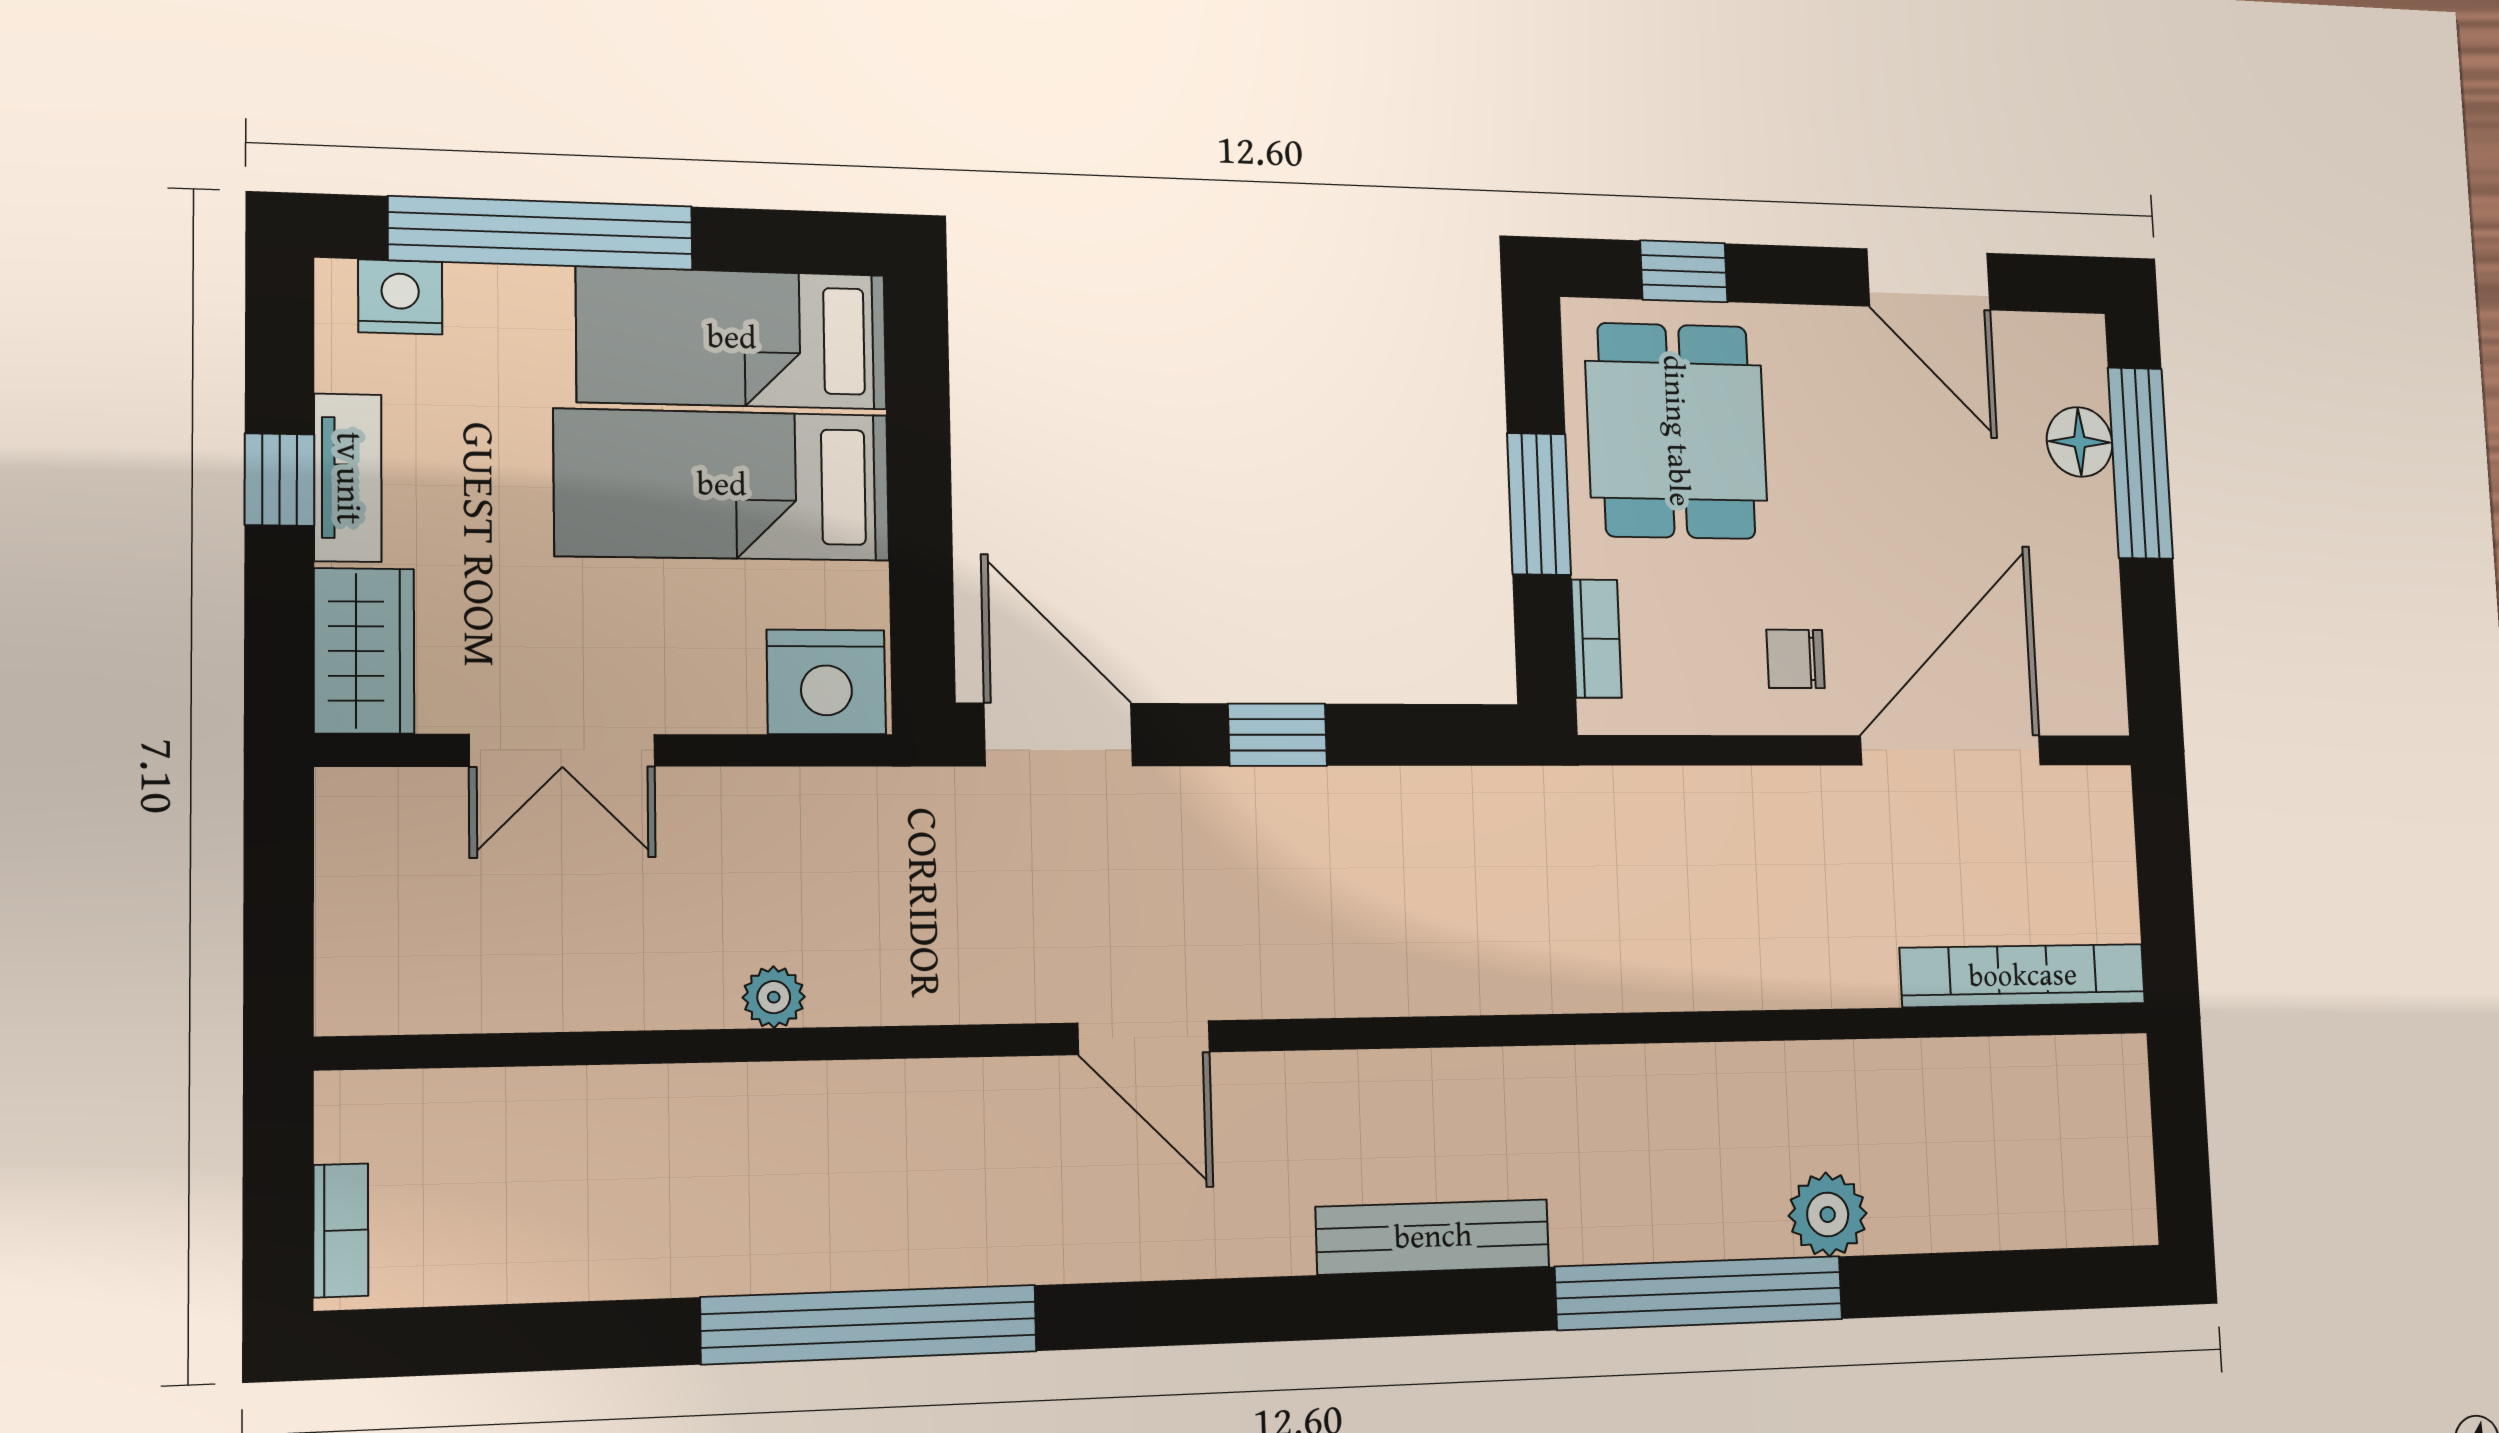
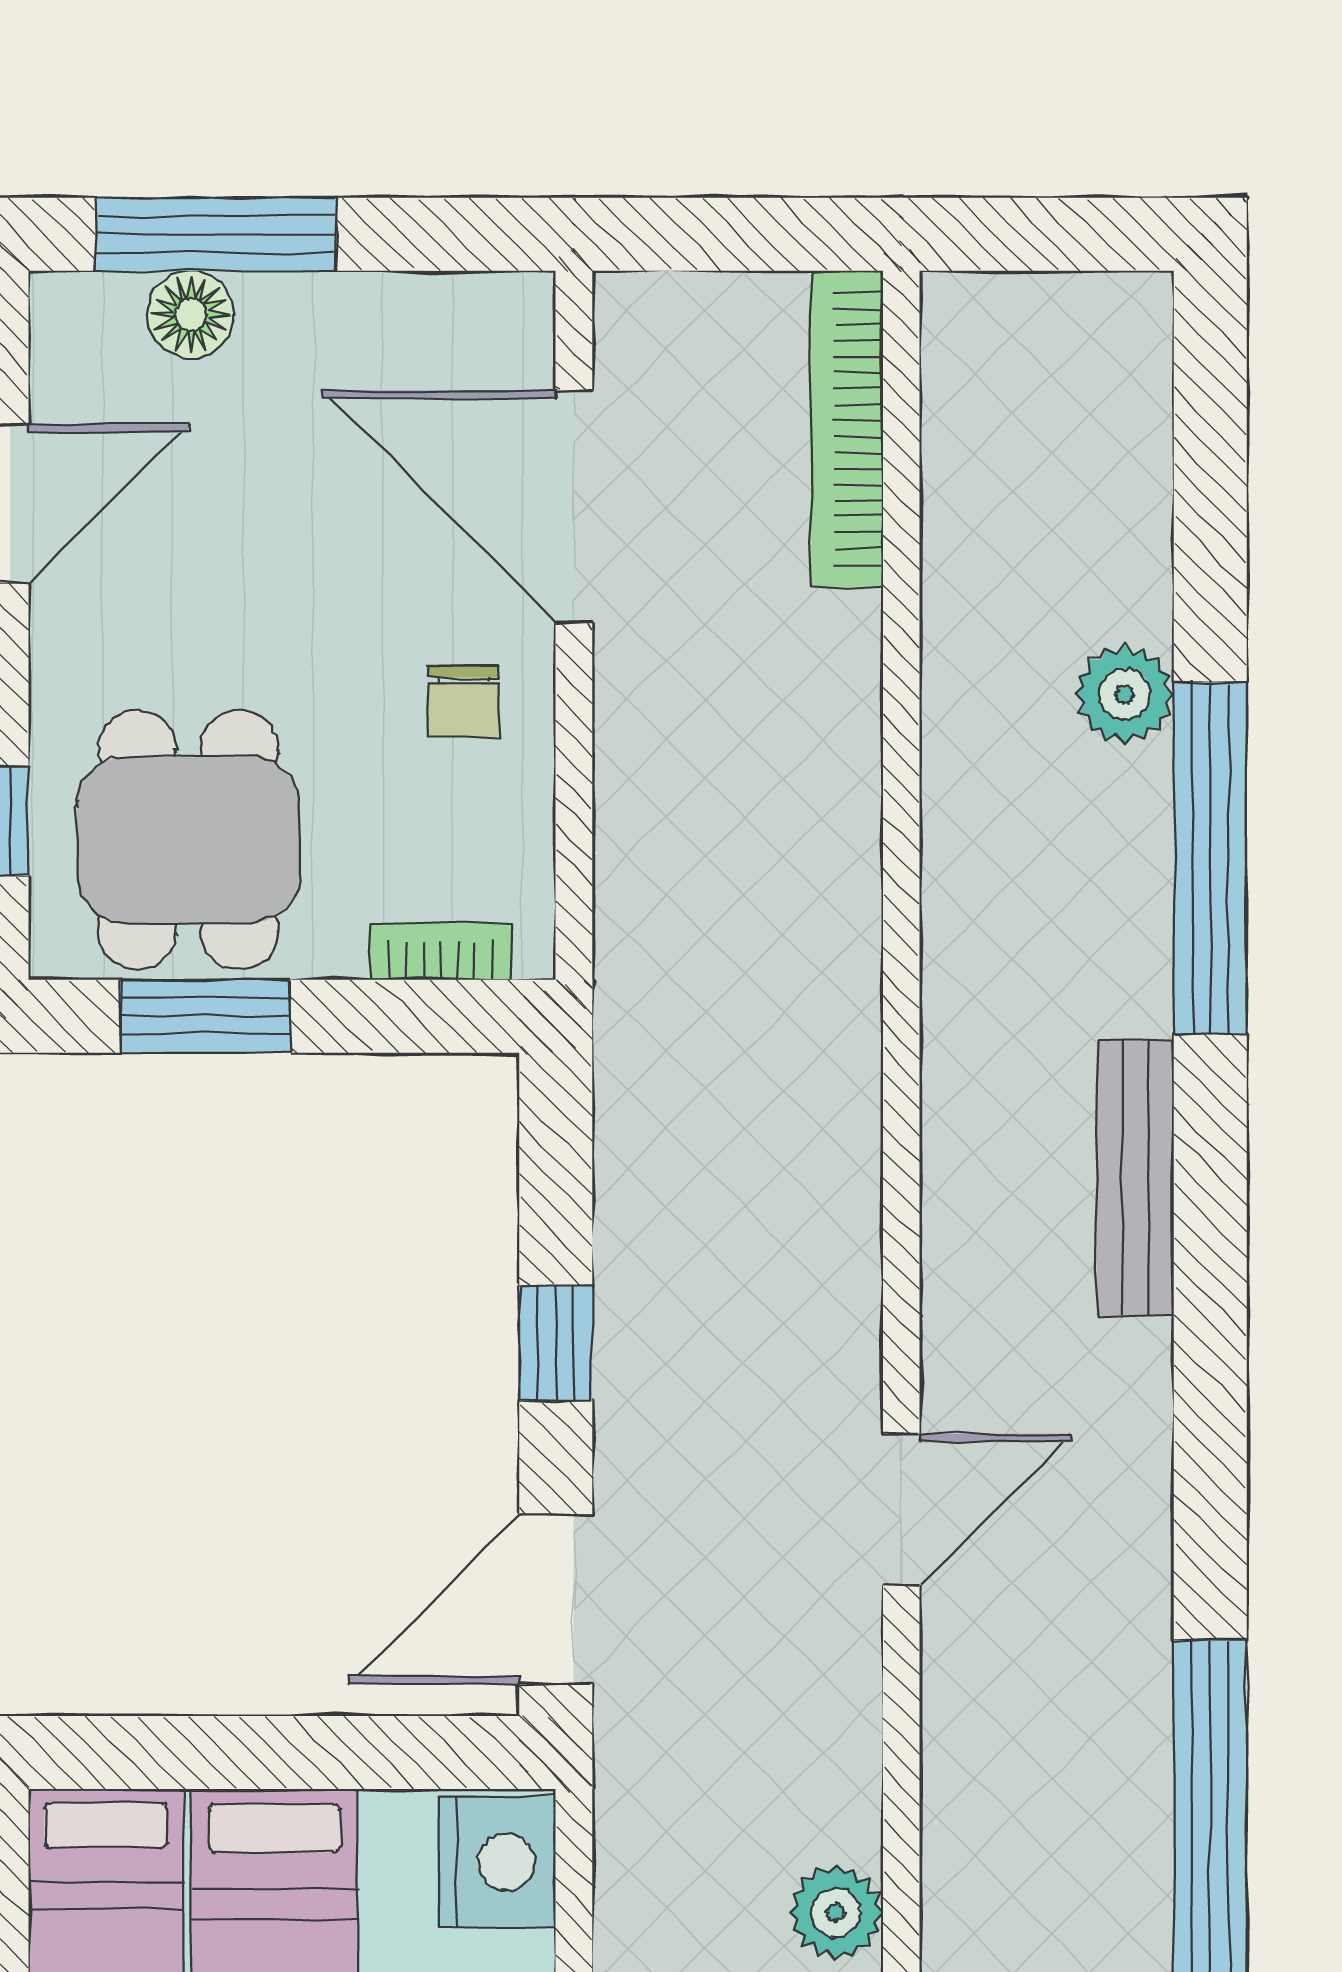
dining table: (1676, 431) -> (188, 840), turned 90
window: (1539, 504) -> (205, 1016), moved
plant: (774, 997) -> (836, 1912), width x1.38, depth x1.38

